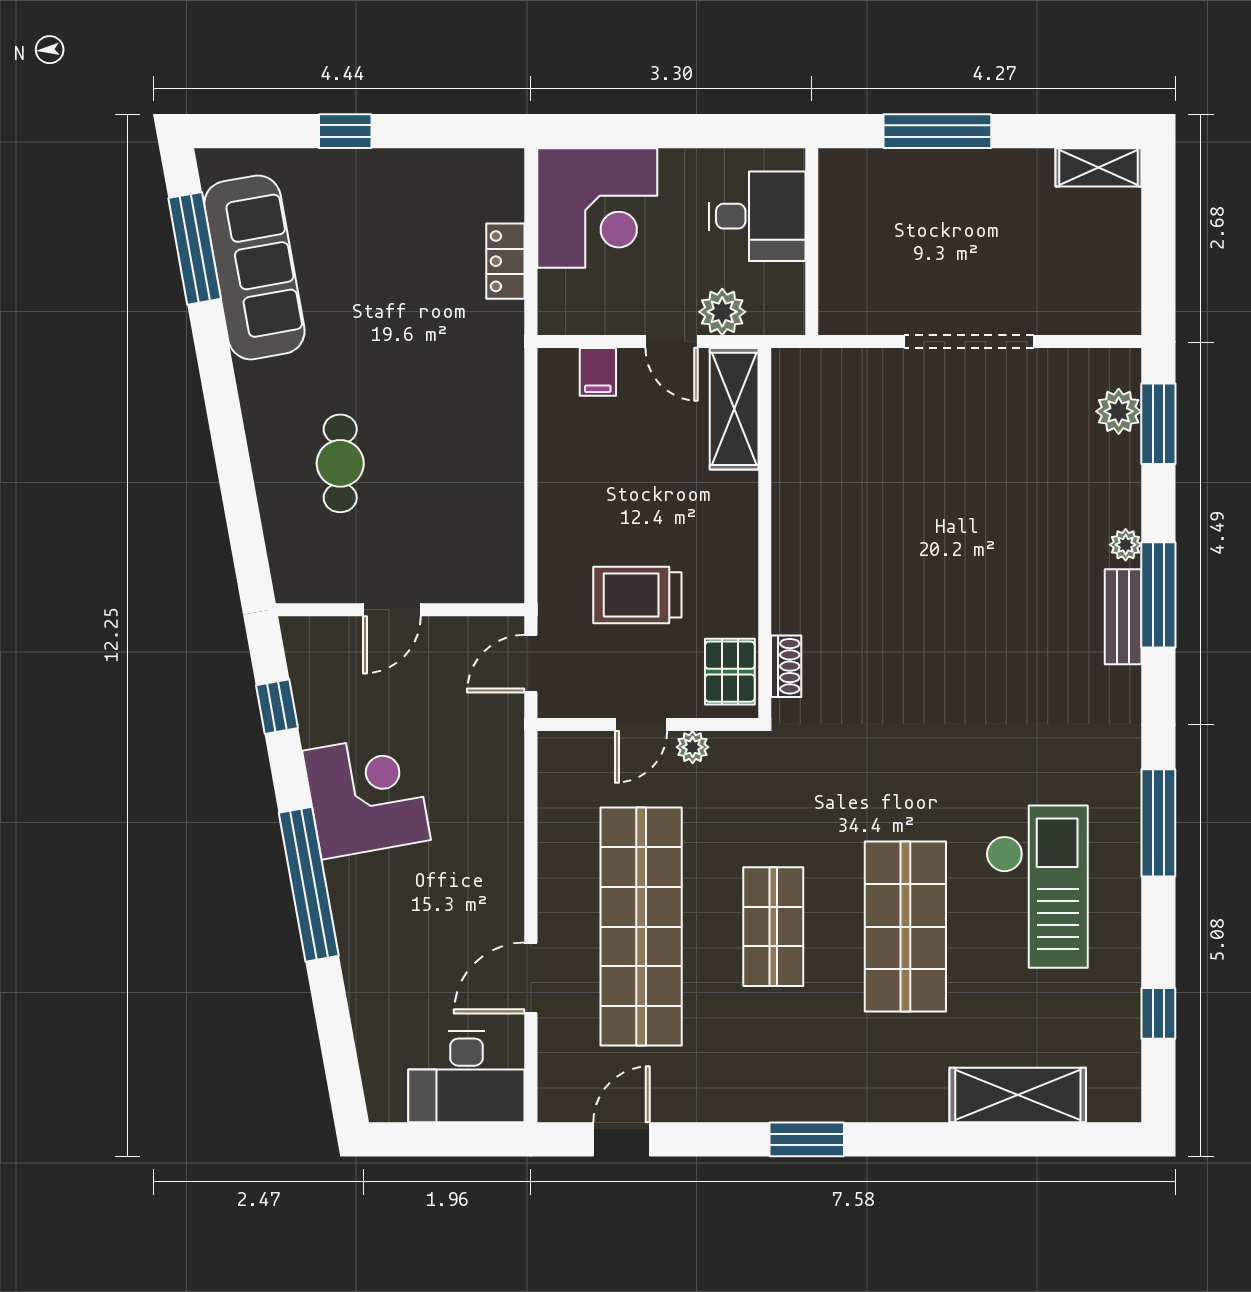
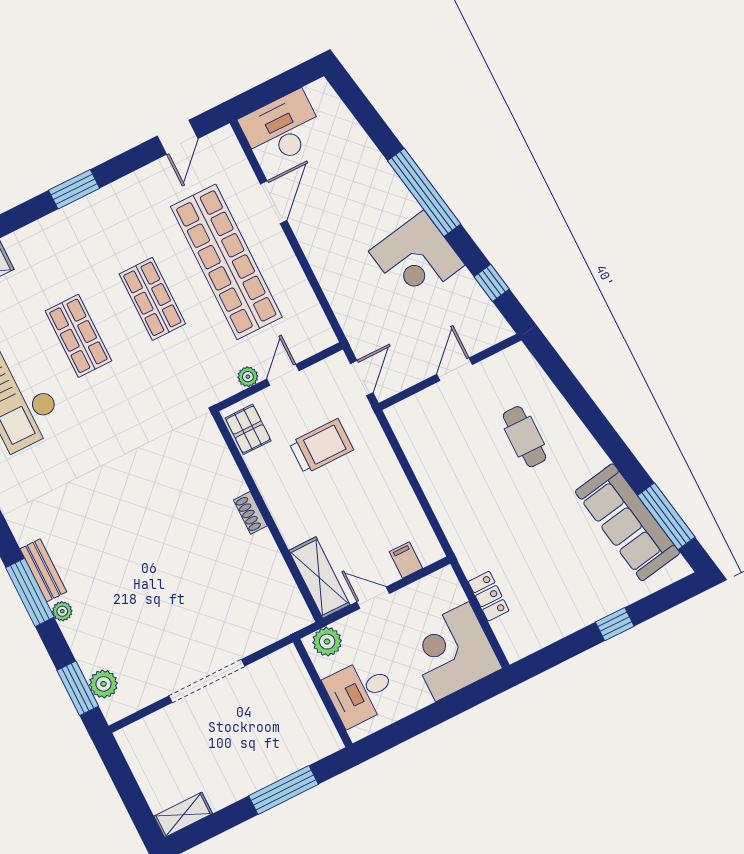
plant: (722, 312) -> (327, 642), moved
shoe rack: (786, 666) -> (250, 513), moved
shop shelf: (905, 927) -> (78, 336), width x0.70, depth x0.74

